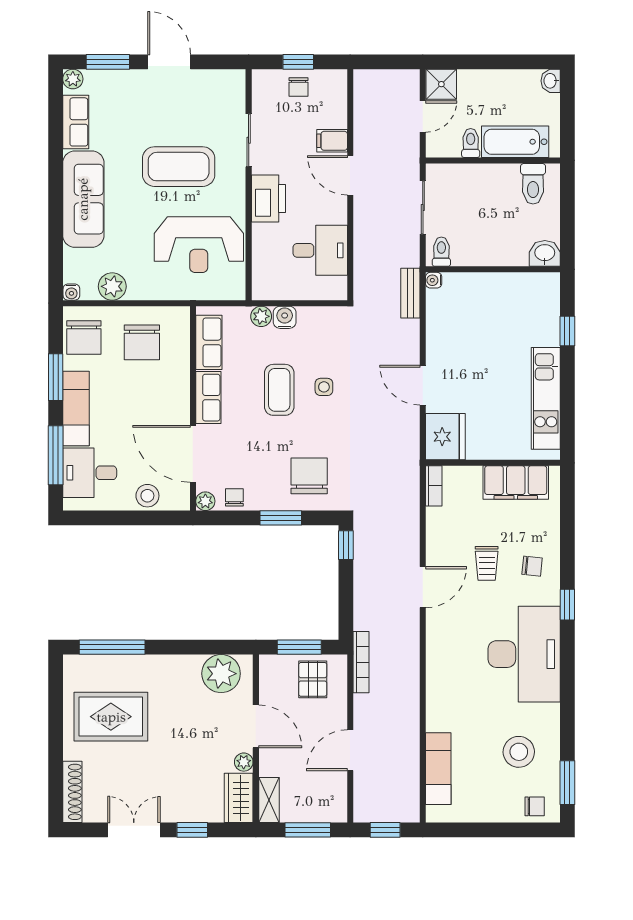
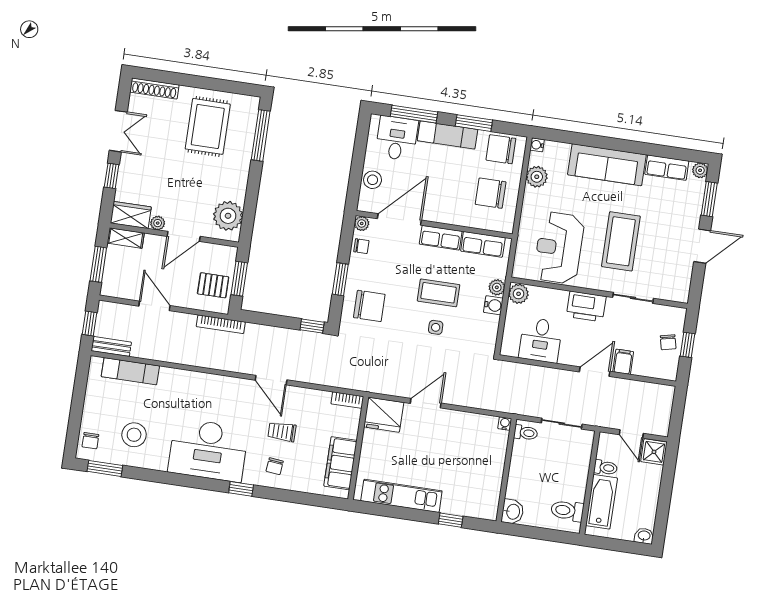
chair: (299, 87) -> (668, 342), turned -103
plant: (265, 287) -> (519, 294), added
bench: (410, 293) -> (111, 346), moved

